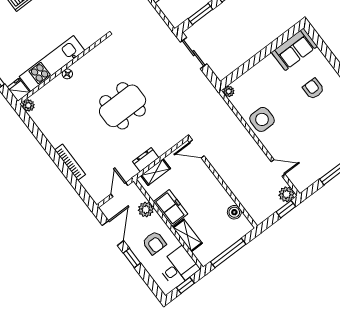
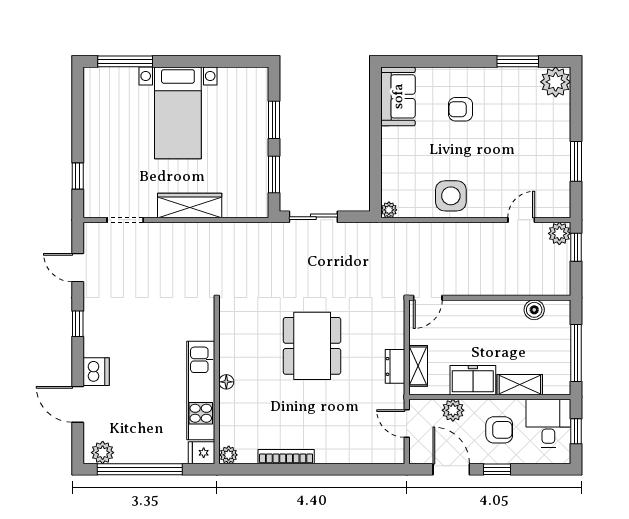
bookcase: (70, 162) -> (286, 457), moved

